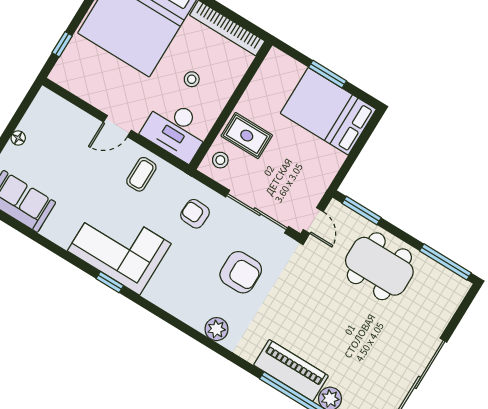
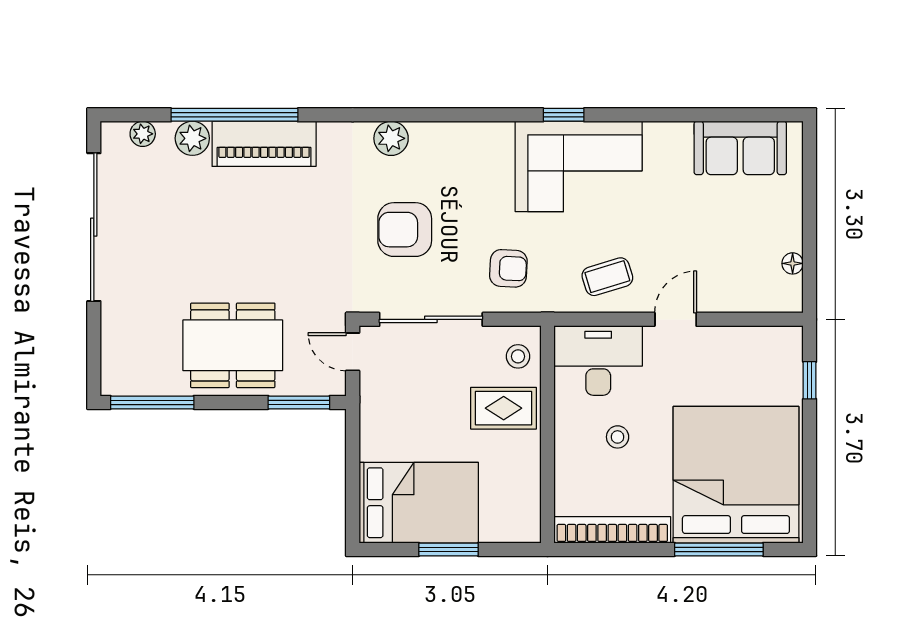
floor lamp: (18, 138) -> (793, 263), moved
coffee table: (141, 174) -> (607, 277), turned 73

